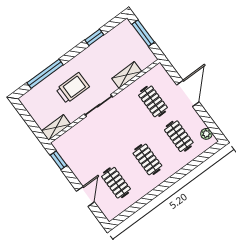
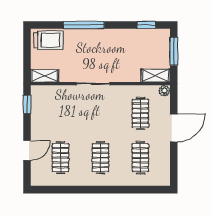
window: (94, 37) -> (146, 25), moved
window: (45, 74) -> (84, 25), moved
shelving: (127, 75) -> (156, 76), moved
trolley: (73, 88) -> (48, 40), moved
plant: (206, 134) -> (164, 91), moved

